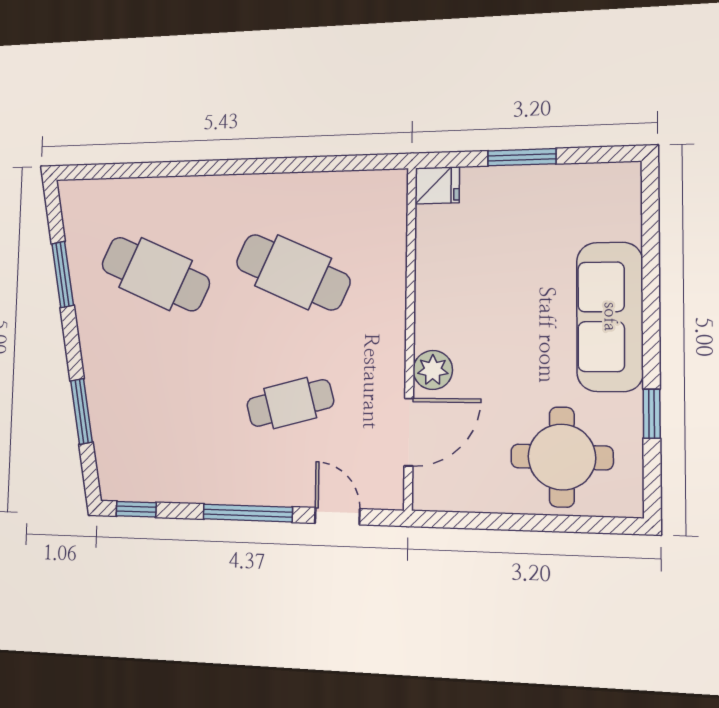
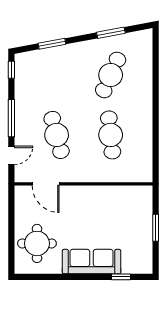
fridge: (437, 185) -> (145, 194), removed
cafe table: (293, 272) -> (111, 135), turned -30
plant: (433, 370) -> (70, 193), removed
cafe table: (290, 403) -> (57, 135), width x1.37, depth x1.35
window: (652, 414) -> (121, 277), moved

